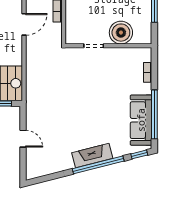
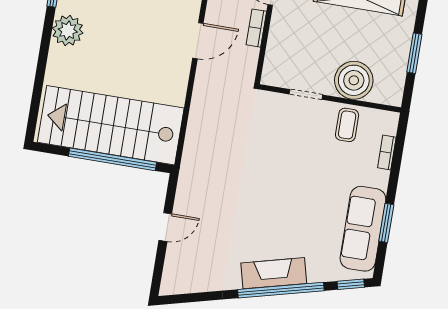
coffee table: (121, 60) -> (347, 125), added
window: (154, 114) -> (386, 223), width x0.47
door: (23, 139) -> (165, 227), hinge flipped

